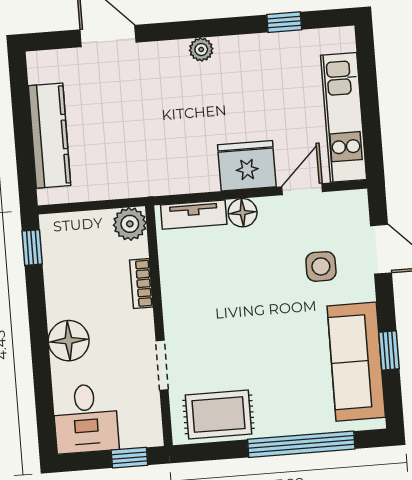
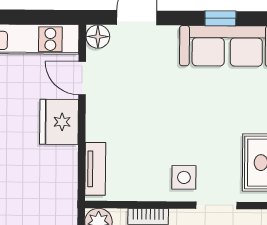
floor lamp: (243, 213) -> (98, 37), moved
side table: (321, 266) -> (184, 177), moved

